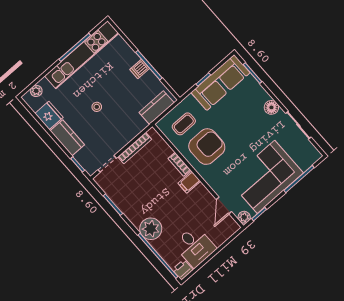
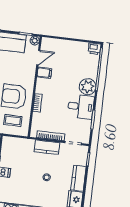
kitchen counter: (157, 108) -> (47, 147), moved
filing cabinet: (189, 182) -> (44, 73), moved
desk: (195, 246) -> (81, 107), moved, turned 90

